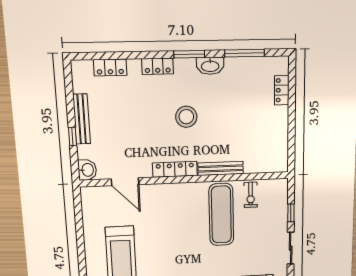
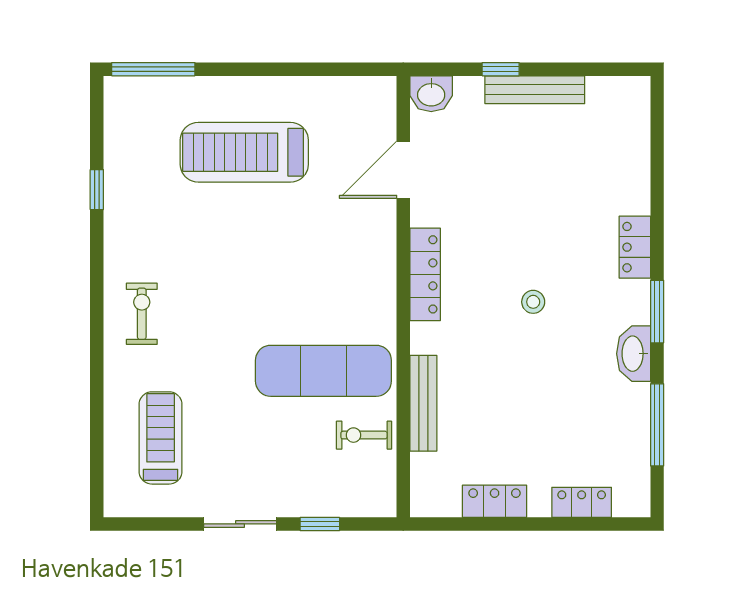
locker: (110, 67) -> (495, 501), moved, turned 90
stool: (186, 117) -> (533, 302), width x0.53, depth x0.53
bench: (221, 168) -> (423, 403), moved

